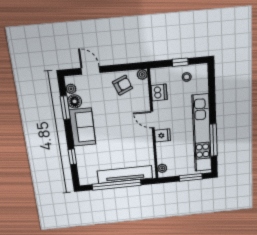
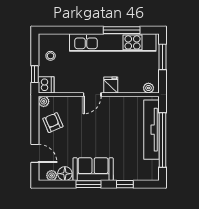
window: (180, 62) -> (35, 74), moved
door: (90, 70) -> (35, 153), swing flipped
dishwasher: (159, 93) -> (46, 85), moved, turned 90
window: (65, 108) -> (88, 184), moved

